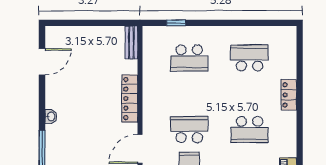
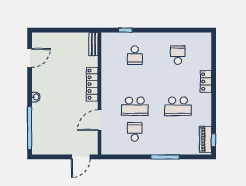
school desk: (189, 58) -> (135, 55), width x0.54
school desk: (250, 58) -> (178, 55), width x0.54
school desk: (189, 130) -> (135, 106), turned 180

